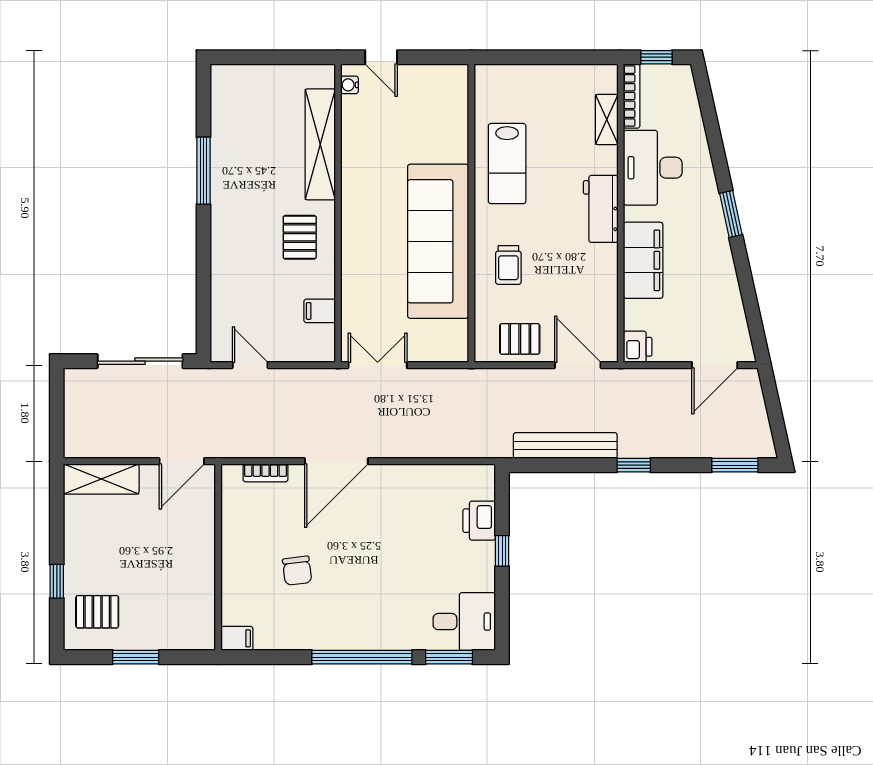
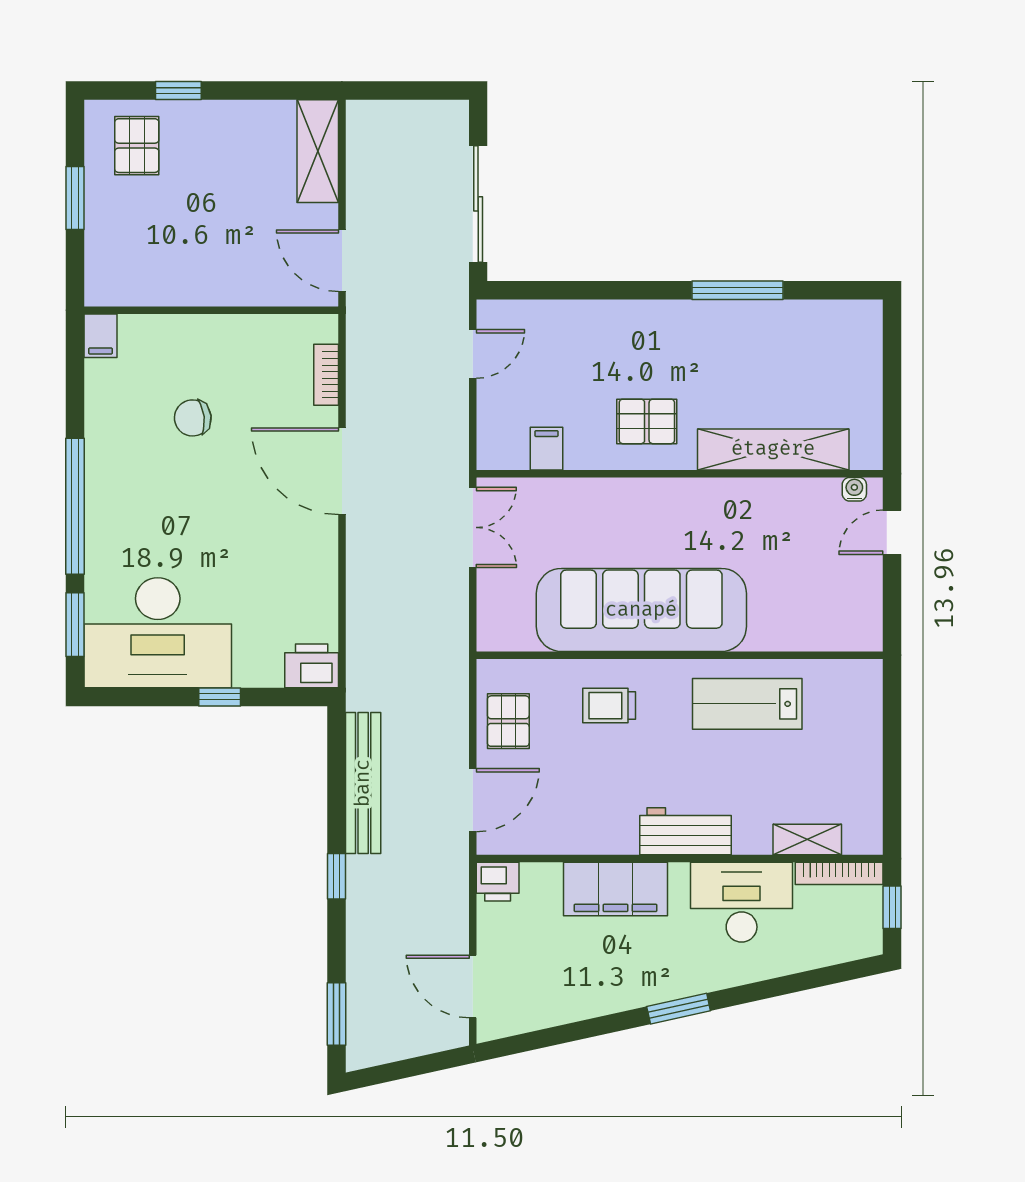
printer: (479, 521) -> (312, 666), moved
desk: (464, 622) -> (158, 633), width x1.87, depth x1.30

